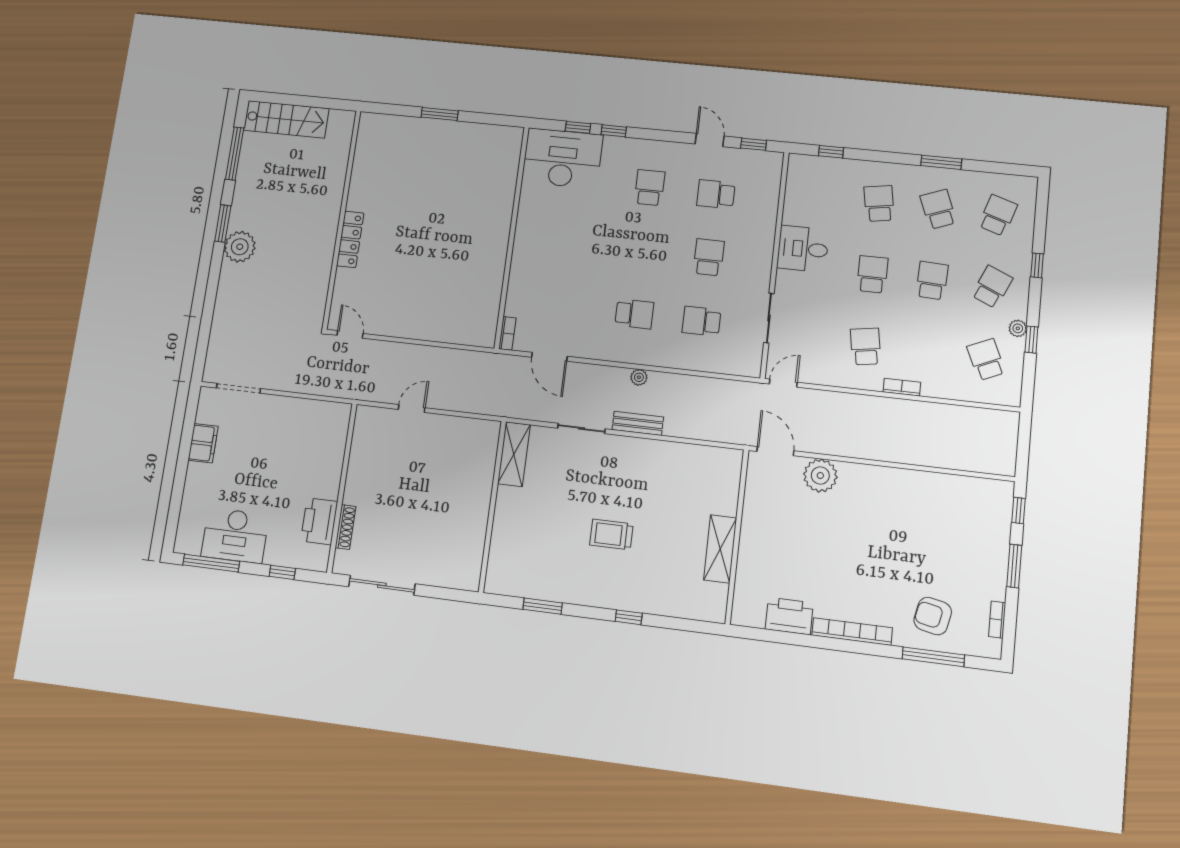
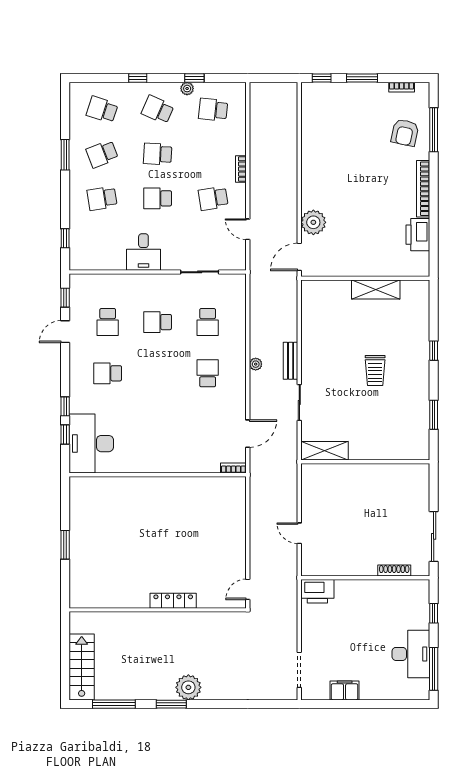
school desk: (986, 360) -> (213, 110), turned 30
door: (783, 383) -> (248, 229), moved
printer: (319, 521) -> (317, 591), moved

